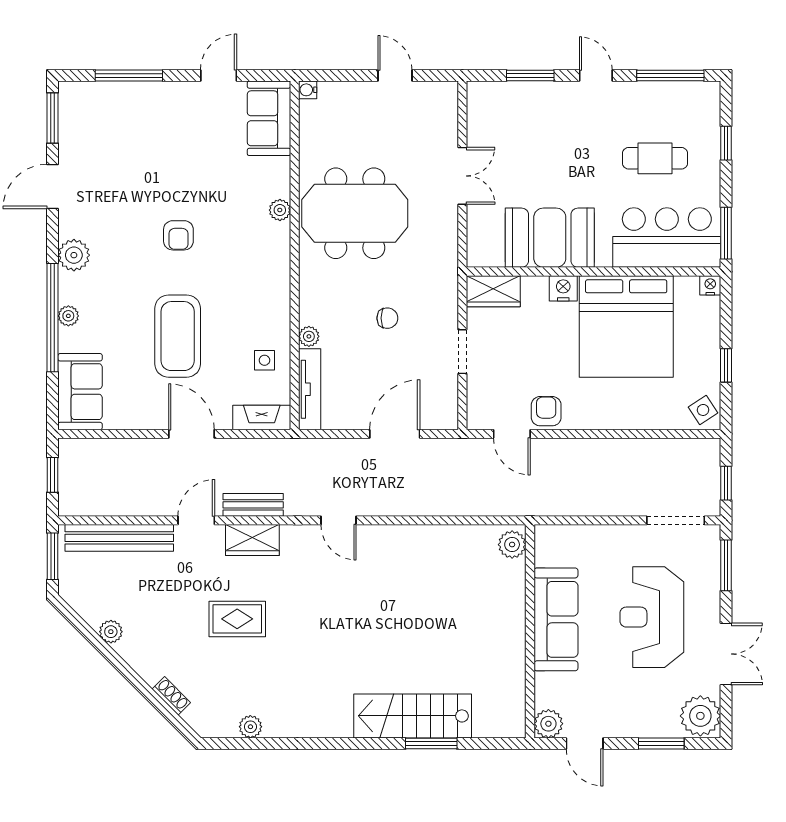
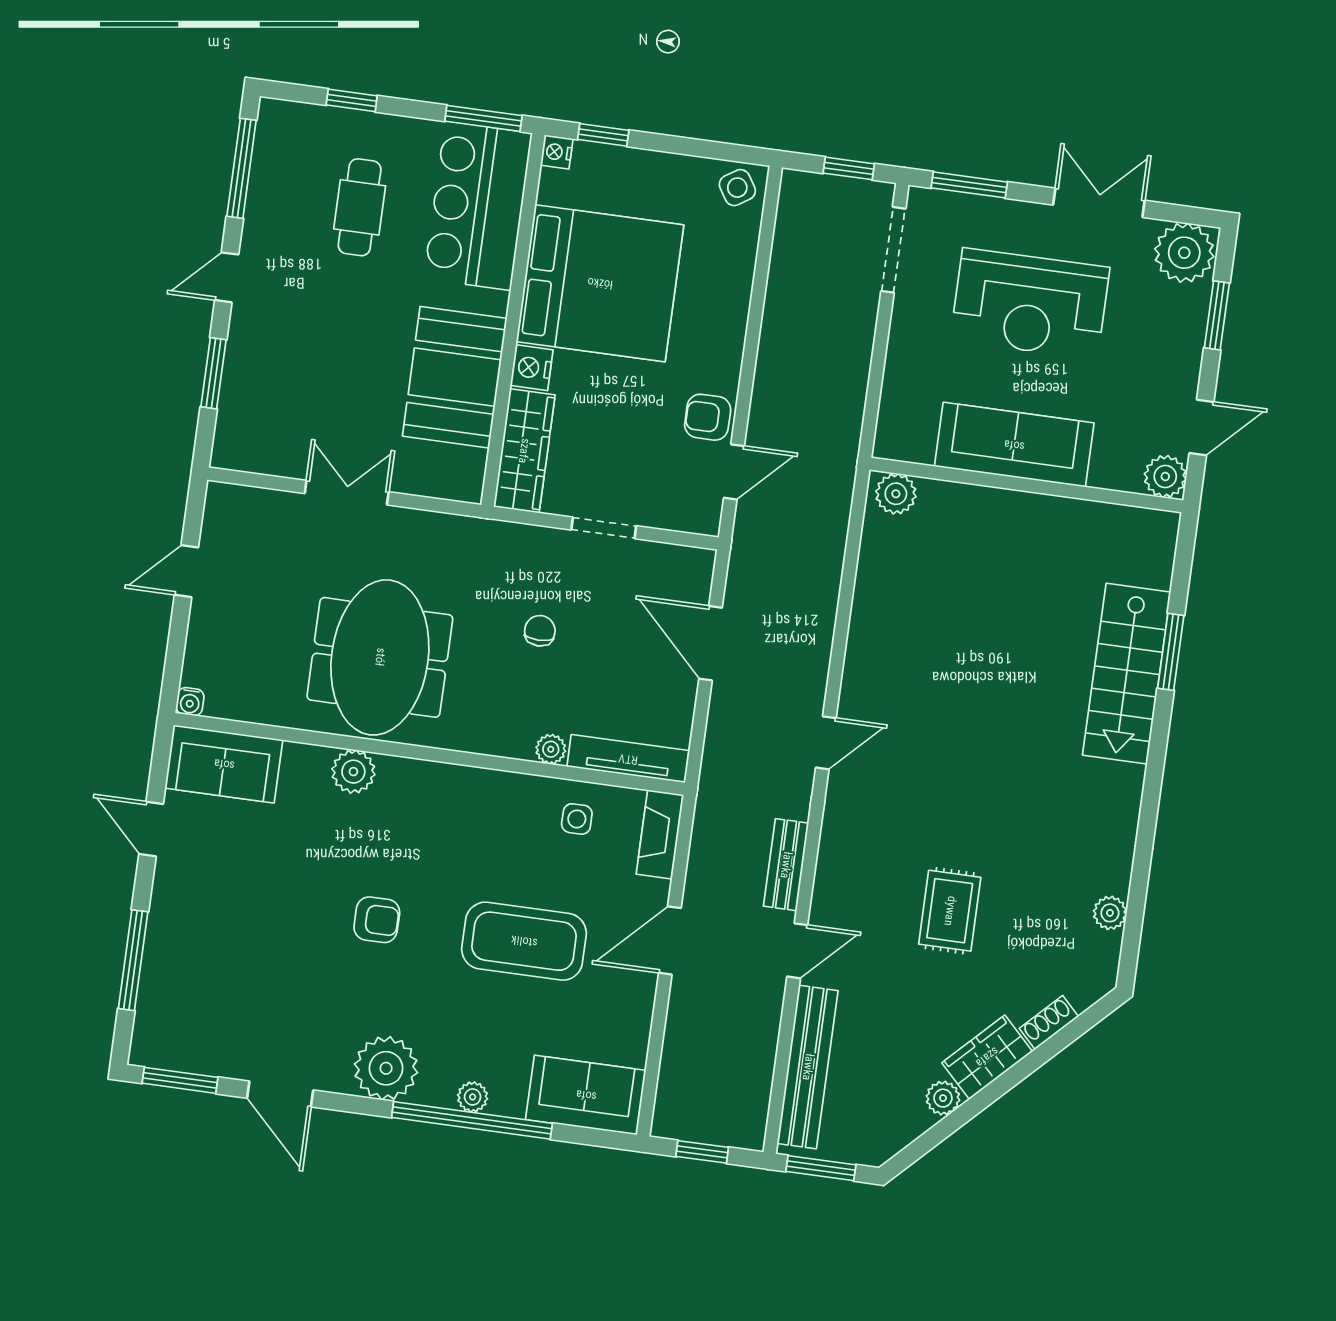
plant: (280, 210) -> (353, 772), width x1.38, depth x1.38
plant: (74, 255) -> (386, 1068), width x1.36, depth x1.36
wardrobe: (493, 291) -> (524, 451), width x1.50
window: (726, 365) -> (603, 135), moved
door: (196, 520) -> (797, 951), swing flipped
wardrobe: (252, 540) -> (987, 1057), moved, turned -135

